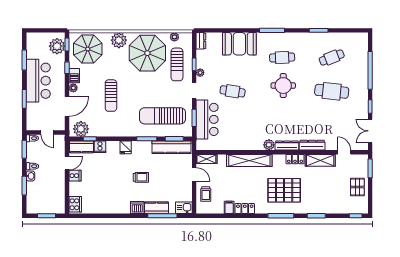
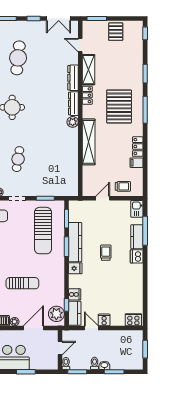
door: (67, 106) -> (33, 328), hinge flipped
bar counter: (207, 119) -> (47, 185), removed
kitchen counter: (172, 147) -> (75, 242), moved
door: (344, 152) -> (80, 45), hinge flipped
shelving: (206, 159) -> (87, 186), removed
pallet: (357, 187) -> (116, 32), turned 90

